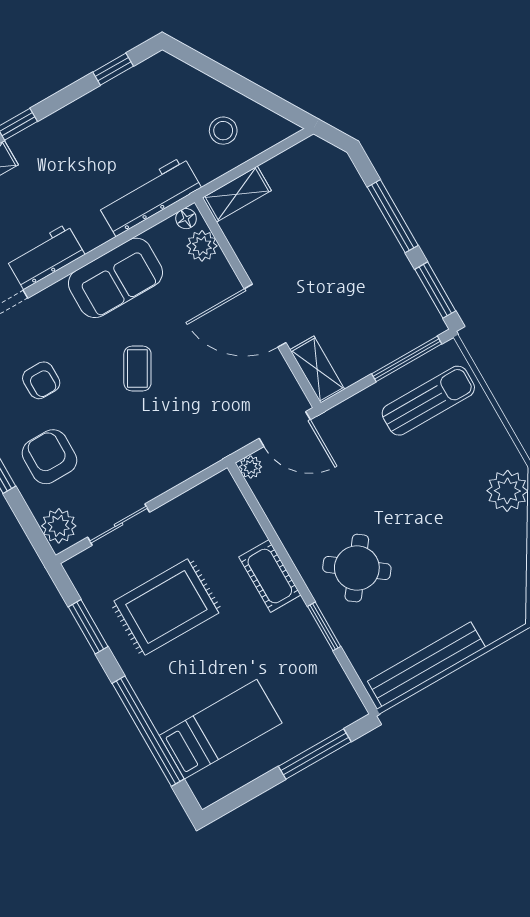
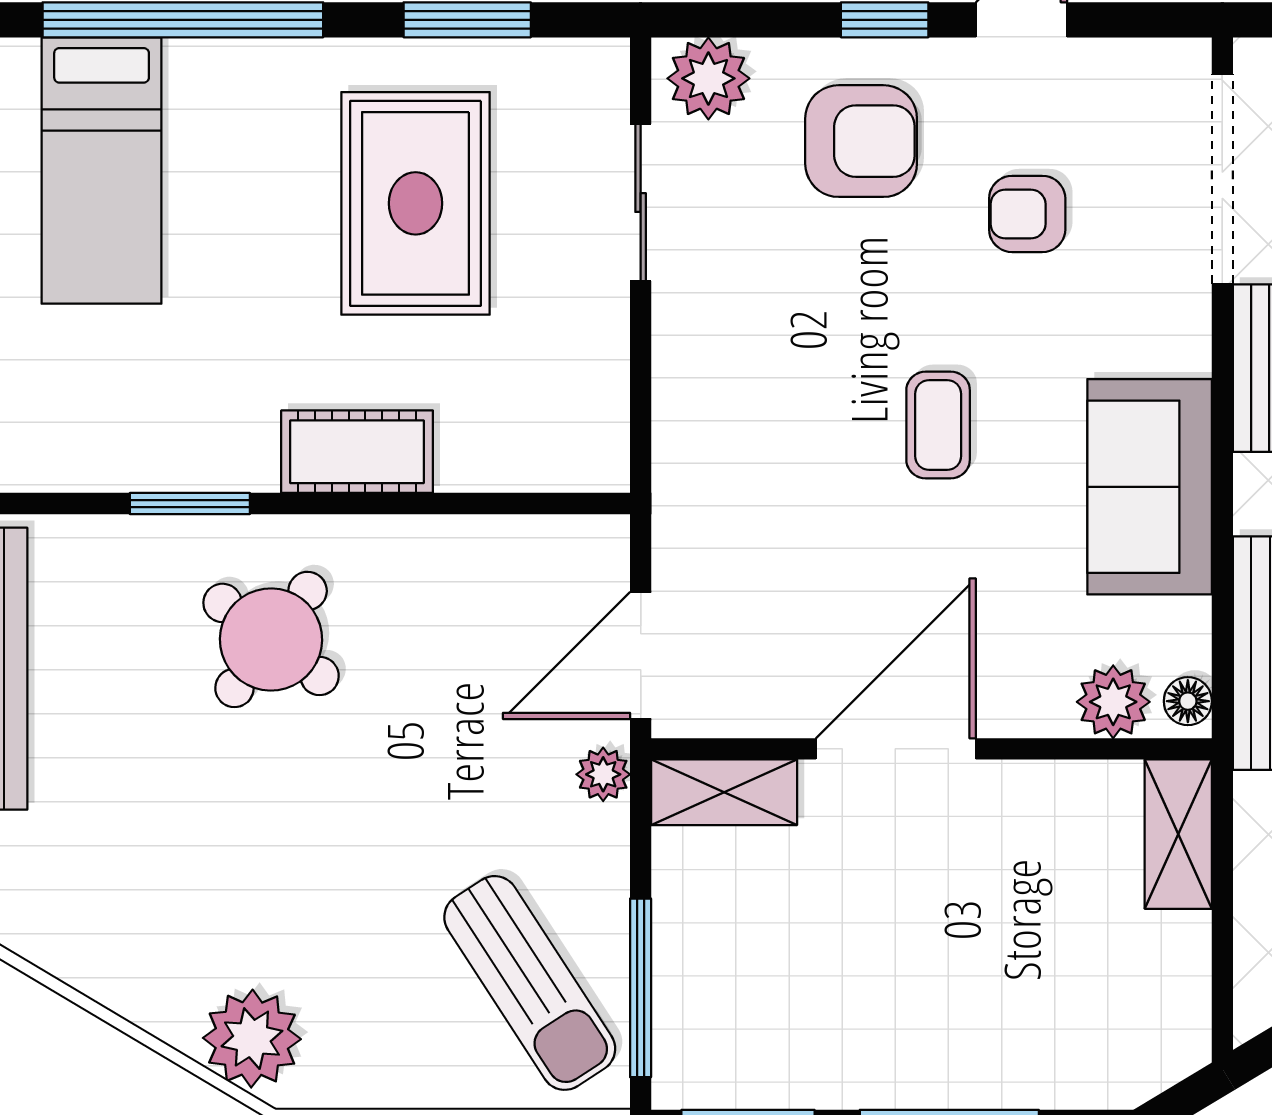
coffee table: (137, 369) -> (938, 425), turned 60
sun lounger: (428, 401) -> (530, 983), turned -33
plant: (251, 467) -> (603, 774), moved

